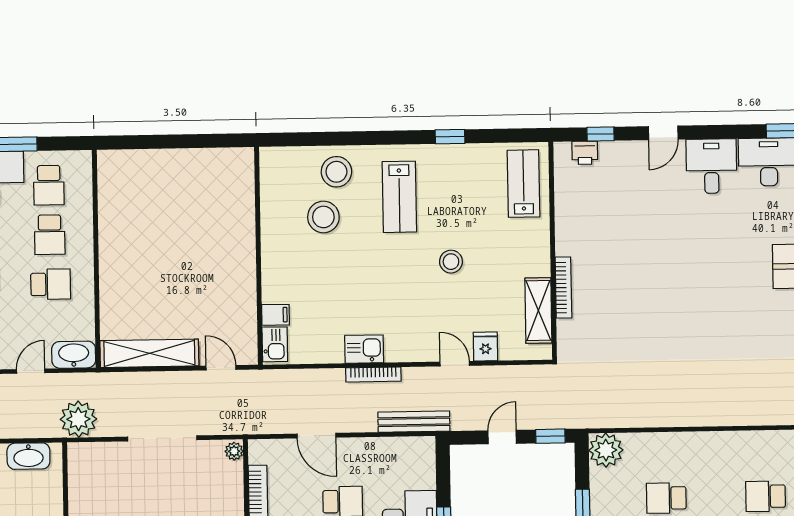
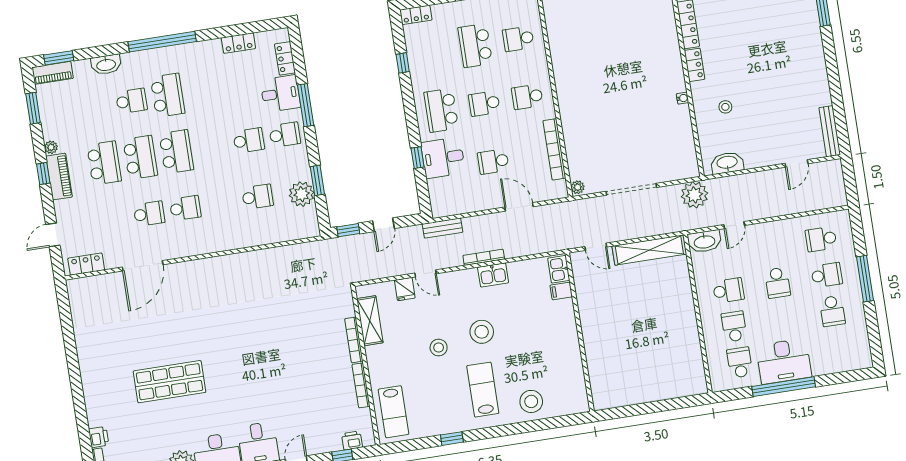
stool: (323, 217) -> (482, 332), moved
bookcase: (562, 225) -> (361, 385), added
school desk: (51, 284) -> (728, 290), turned 180
bench: (414, 422) -> (442, 228), width x0.73
plant: (606, 450) -> (302, 194), moved

